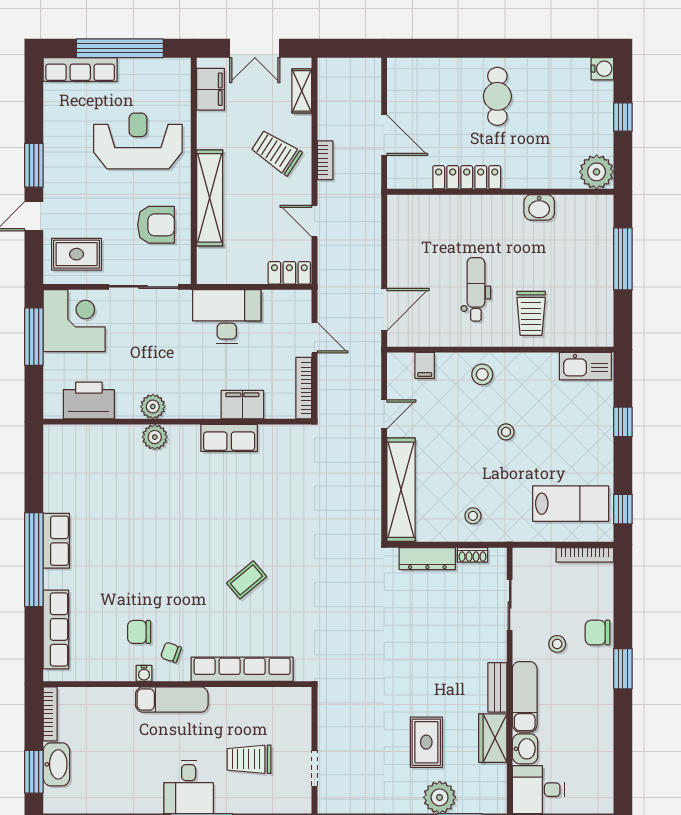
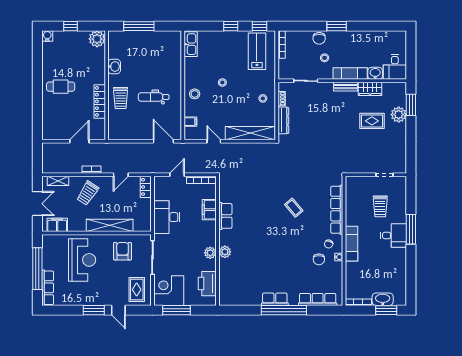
reception desk: (138, 141) -> (82, 260), turned 180
trolley: (531, 313) -> (121, 98), moved, turned 90
window: (623, 422) -> (231, 26), moved

